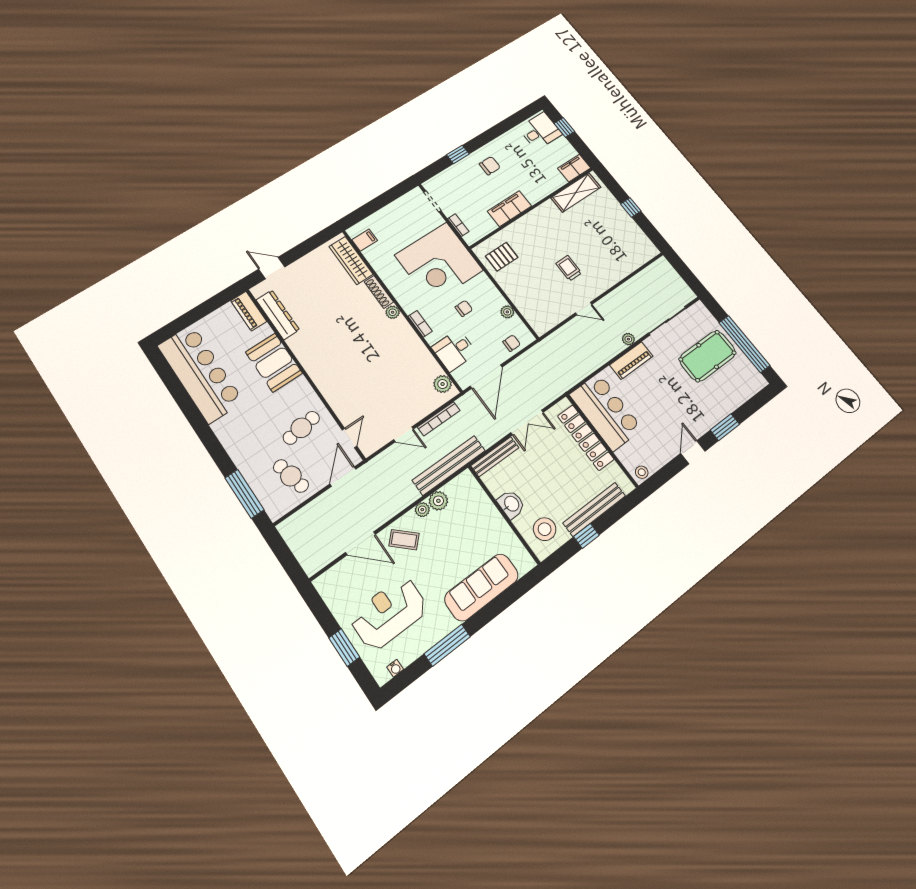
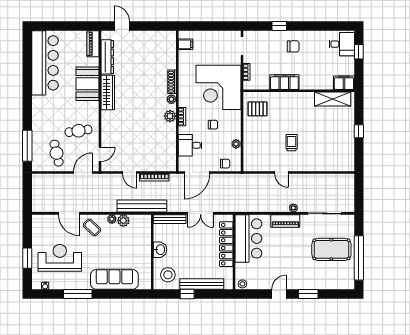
wardrobe: (351, 260) -> (108, 92), moved, turned 180
plant: (443, 384) -> (170, 116), moved

